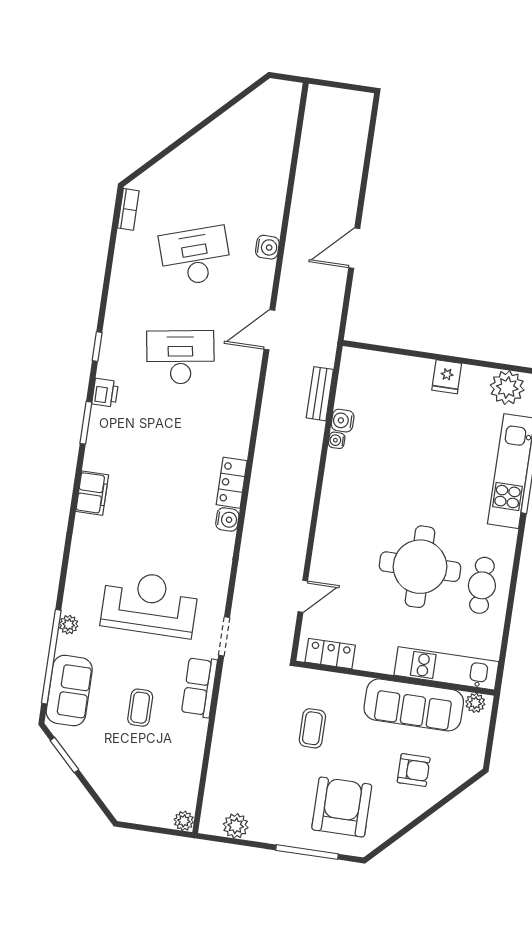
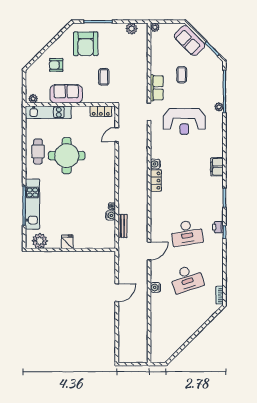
printer: (105, 393) -> (218, 227), moved
sofa: (69, 691) -> (190, 41), moved, turned -45
sofa: (414, 705) -> (66, 94), width x0.73

